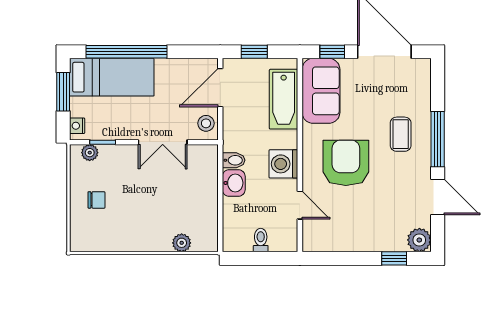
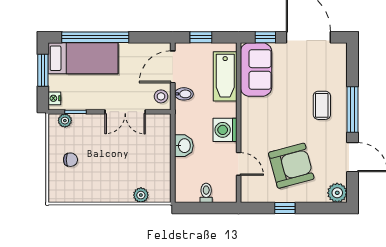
bidet: (234, 160) -> (184, 94), moved
armchair: (346, 163) -> (291, 166), moved, turned 75
window: (394, 258) -> (285, 208), moved

